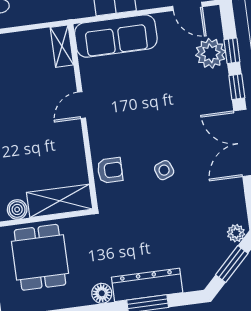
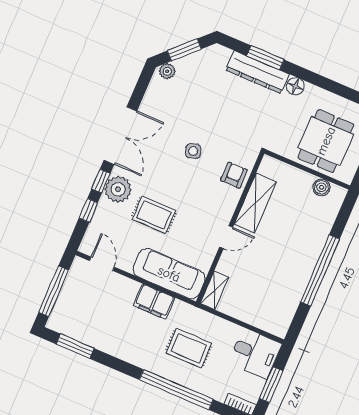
plant: (211, 53) -> (118, 189), moved
rug: (165, 85) -> (154, 215), added
armchair: (110, 170) -> (234, 175), turned 90
shelving: (60, 201) -> (255, 203), moved, turned 90

